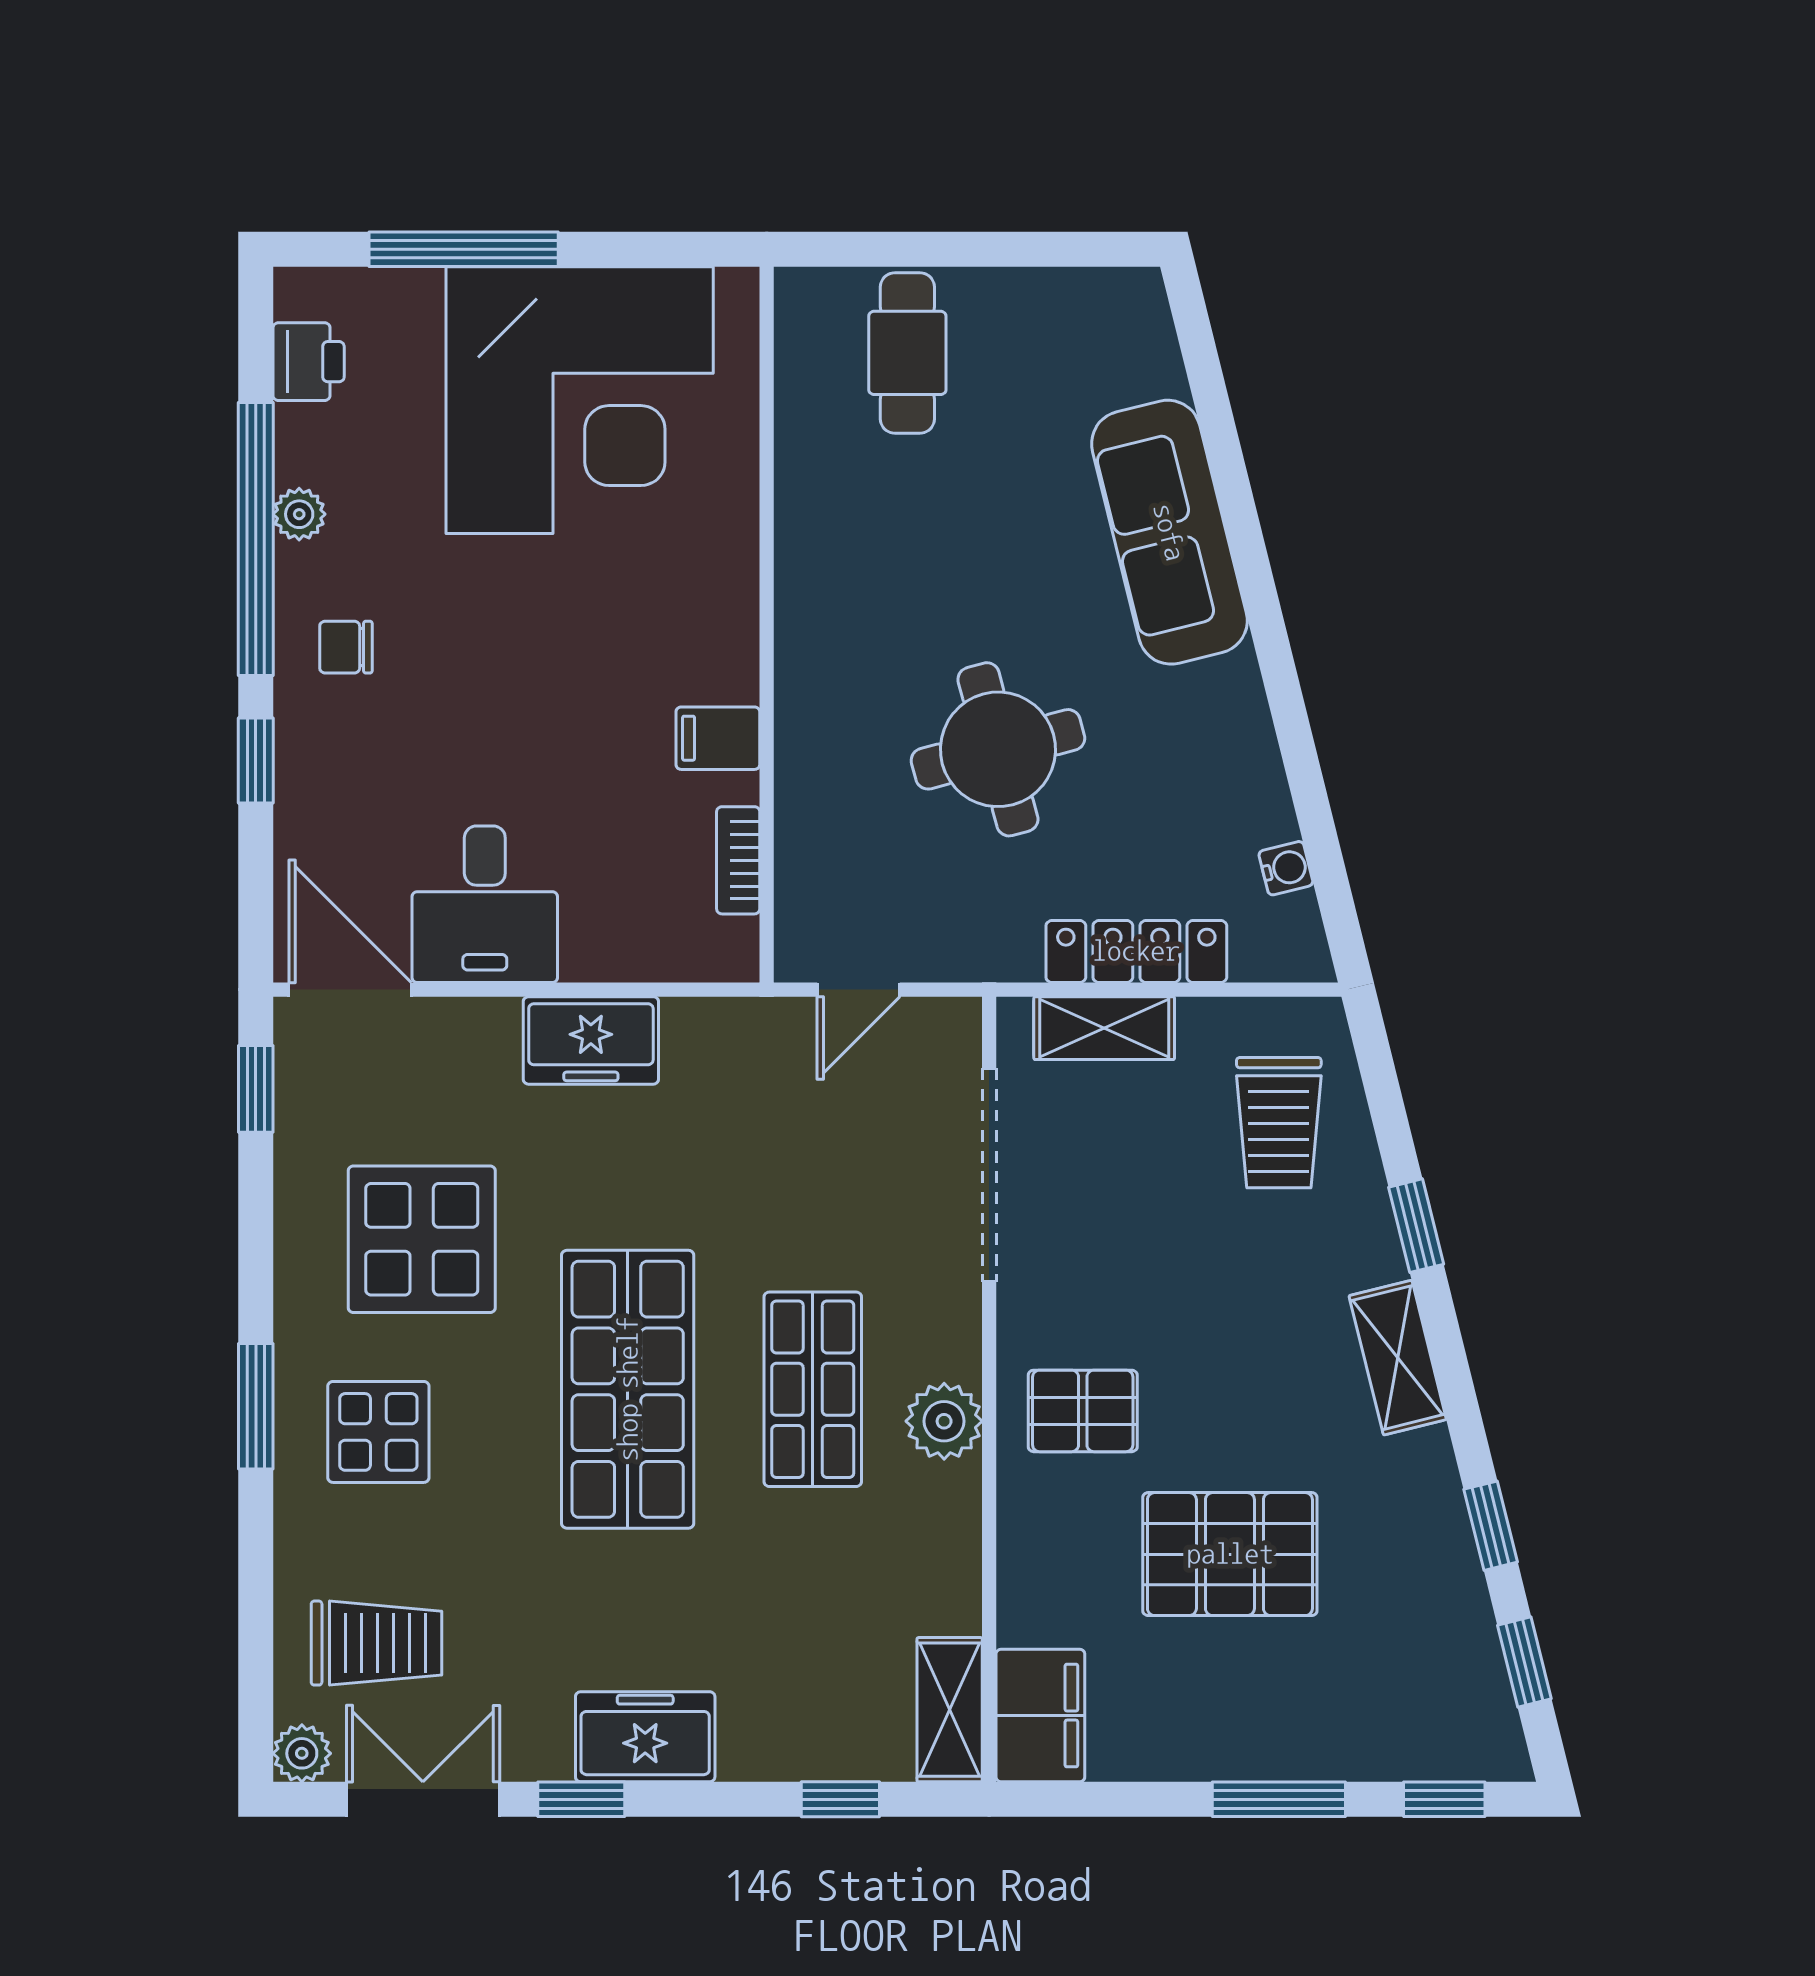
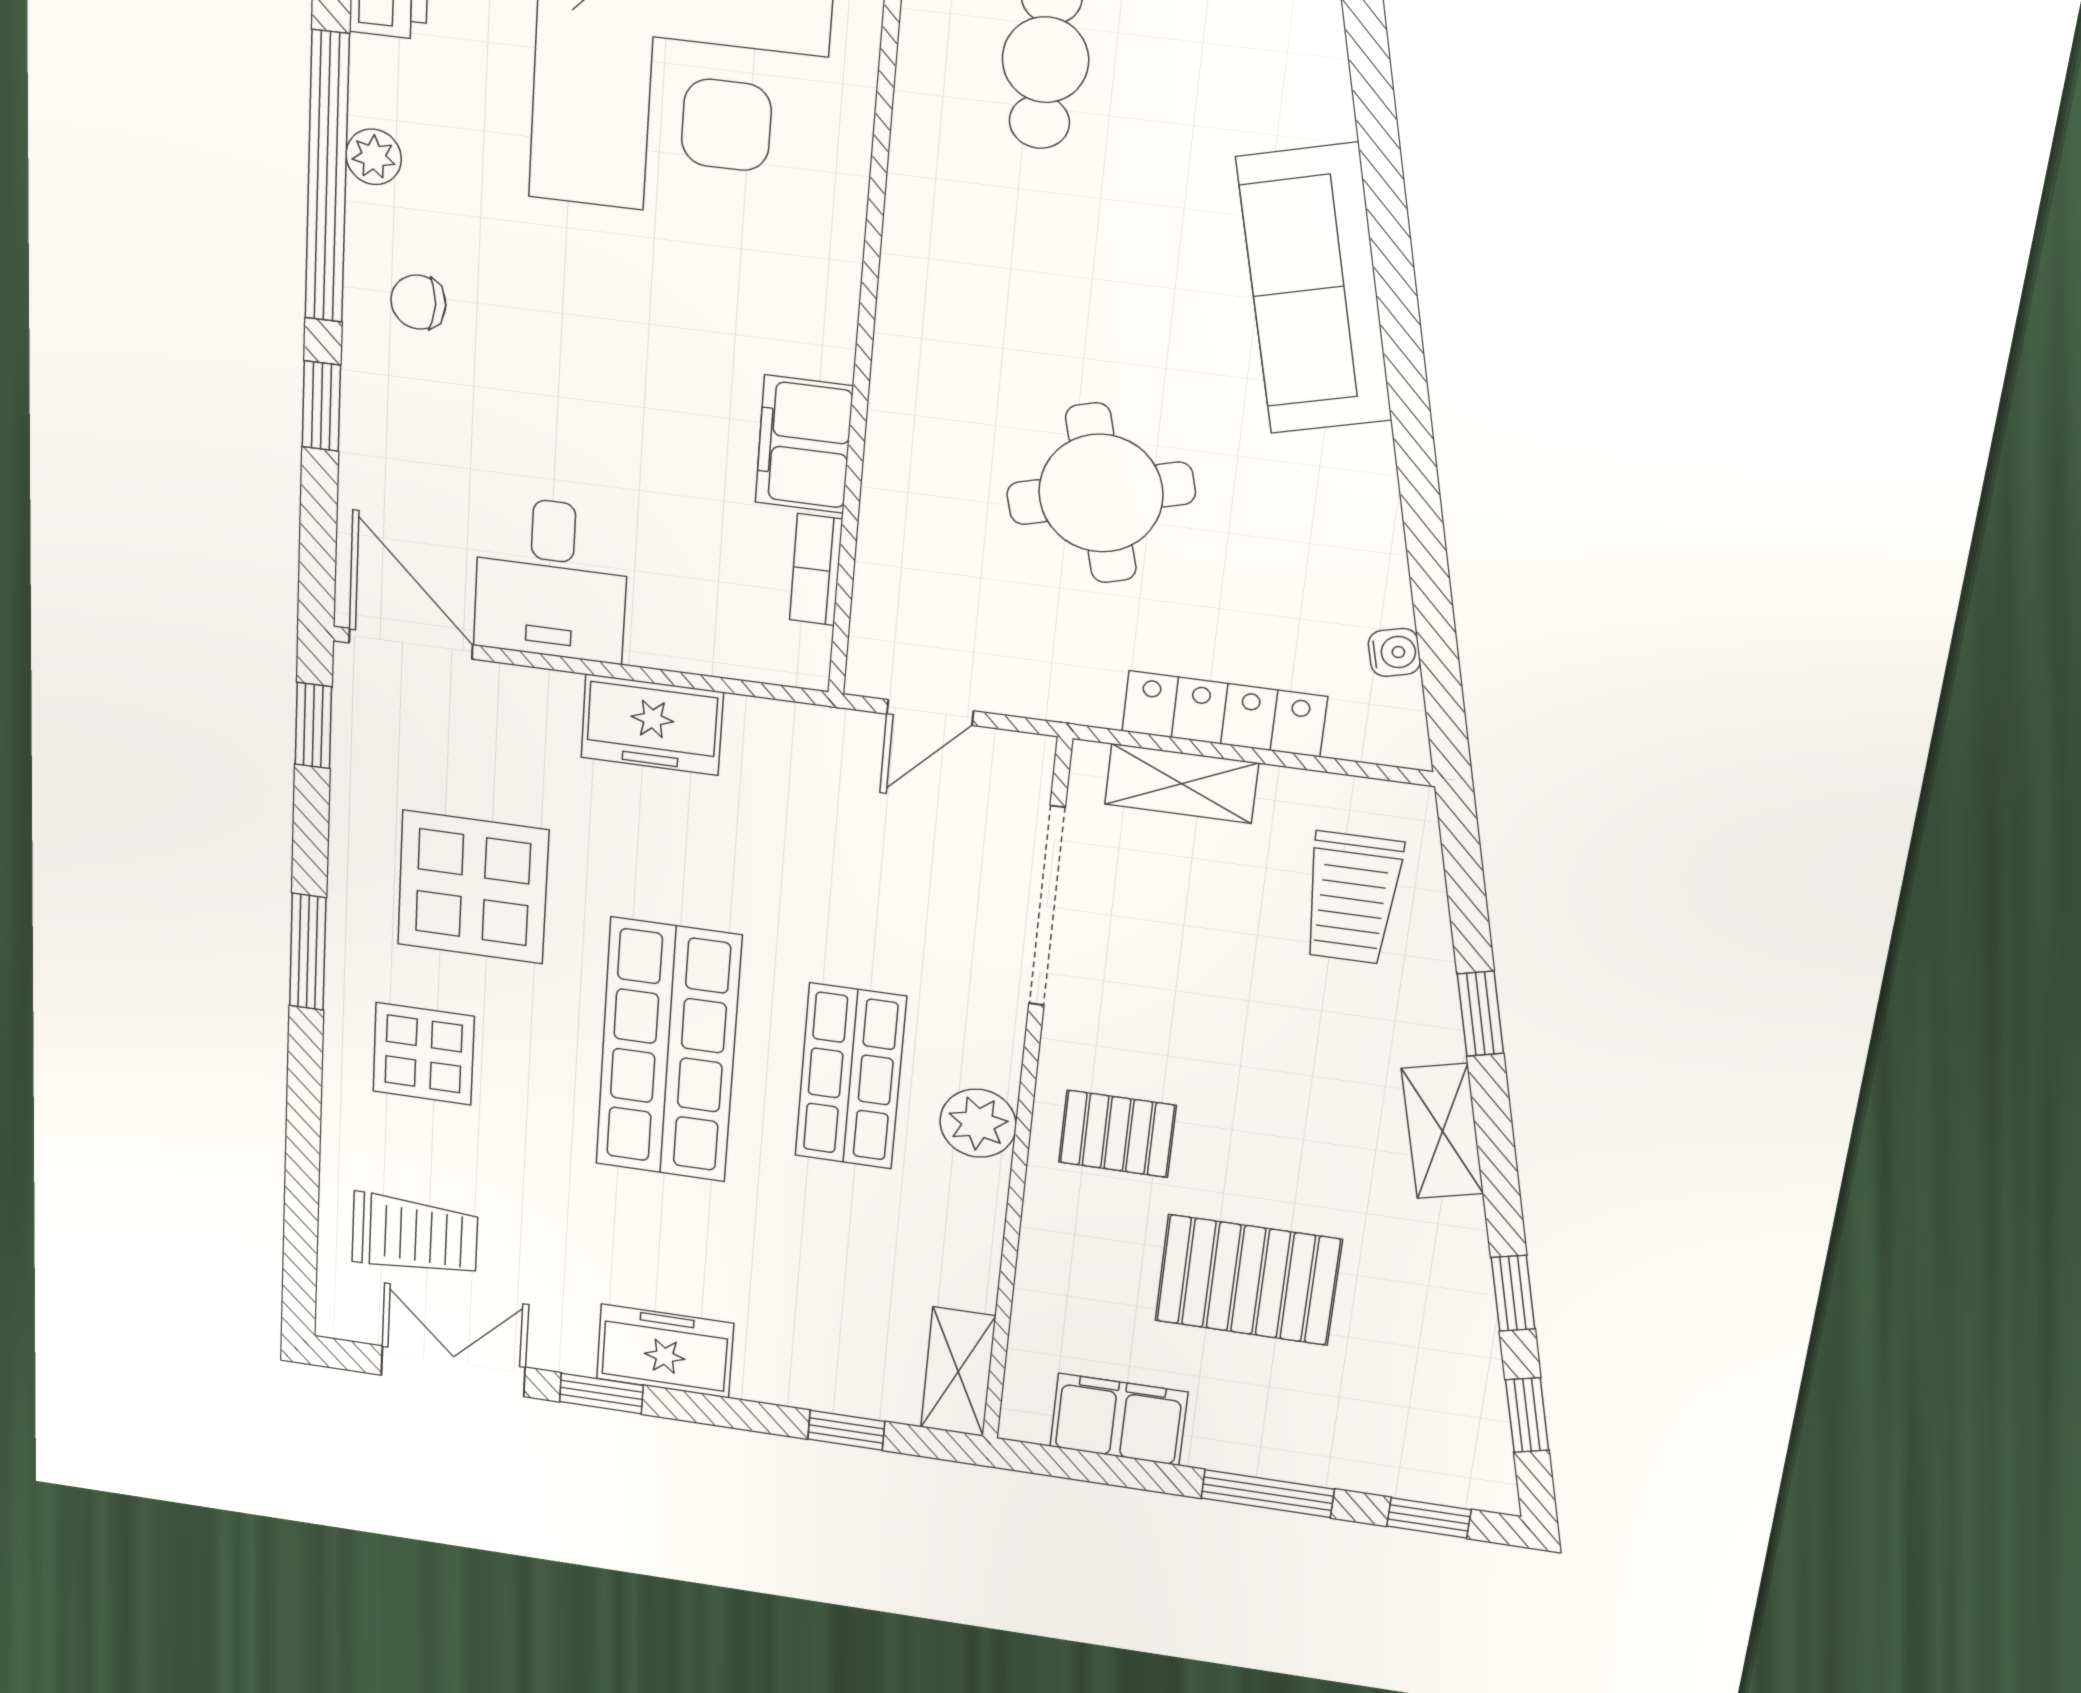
filing cabinet: (718, 738) -> (804, 444), width x2.00
window: (256, 1406) -> (308, 952), moved
filing cabinet: (1040, 1716) -> (1119, 1419), moved, turned -90
plant: (302, 1753) -> (342, 1317), removed

